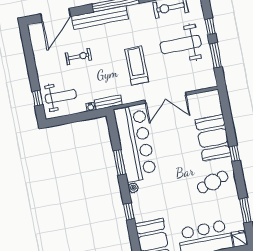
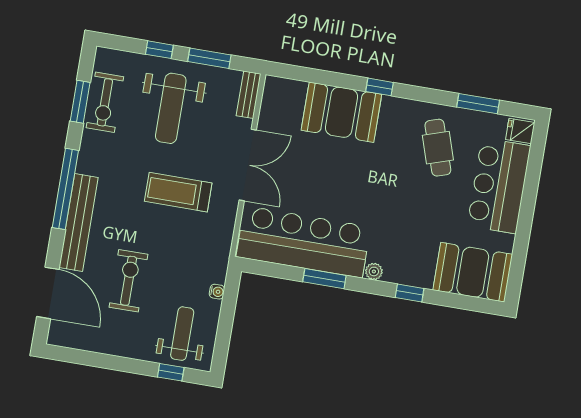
exercise bike: (79, 57) -> (128, 281), width x1.38, depth x1.39
bench: (108, 102) -> (249, 95), moved
cafe table: (213, 182) -> (438, 148), moved

